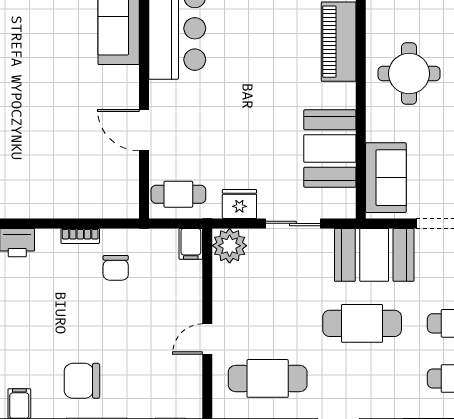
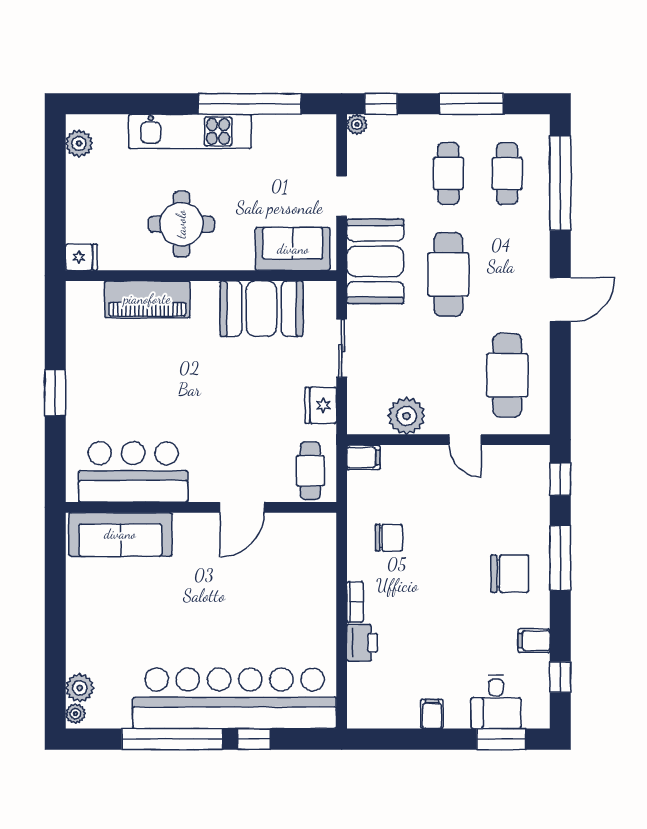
bookcase: (80, 236) -> (355, 602), moved
plant: (230, 246) -> (407, 416), moved
chair: (82, 381) -> (510, 574), turned -90

